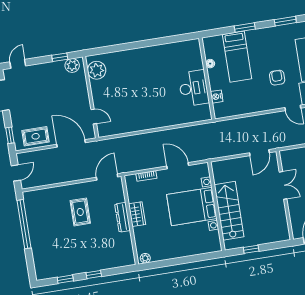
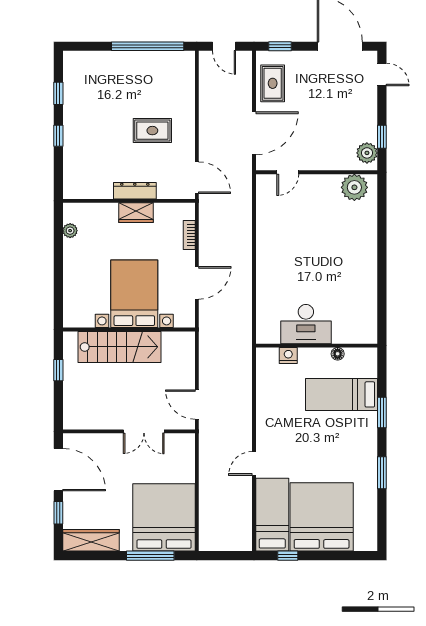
armchair: (277, 78) -> (302, 448), removed
plant: (145, 258) -> (70, 231), moved

